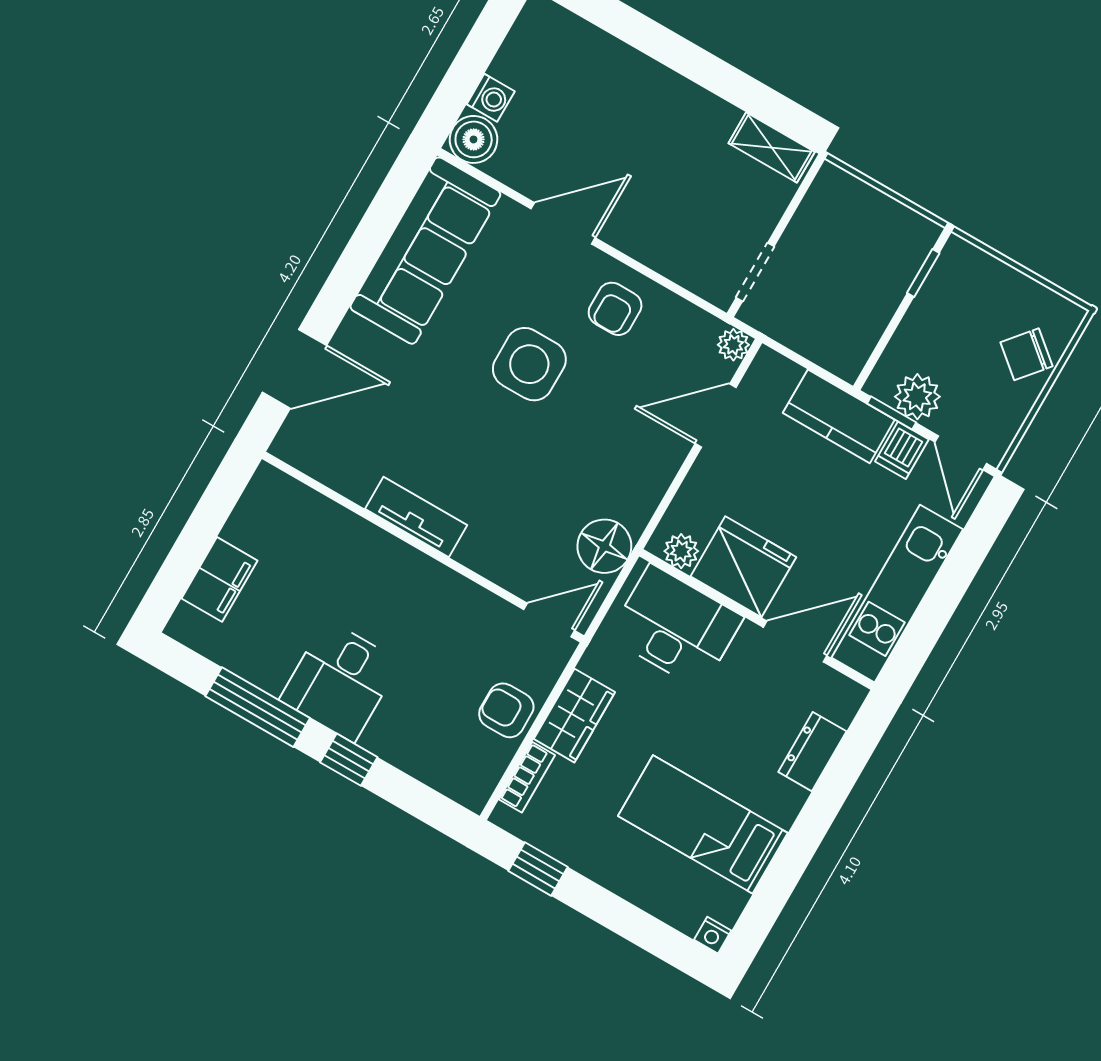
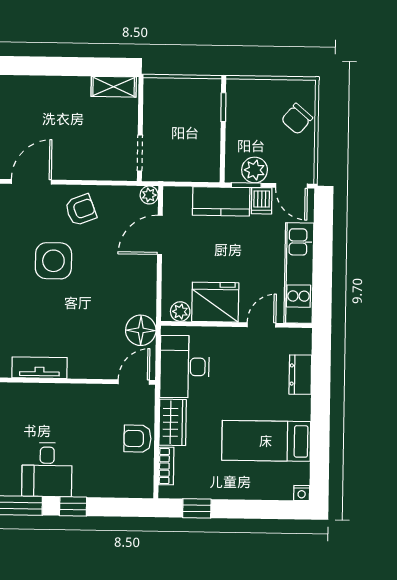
armchair: (615, 309) -> (81, 210), turned -111
desk: (676, 627) -> (185, 367), moved, turned -90
door: (795, 641) -> (261, 325), width x0.73

